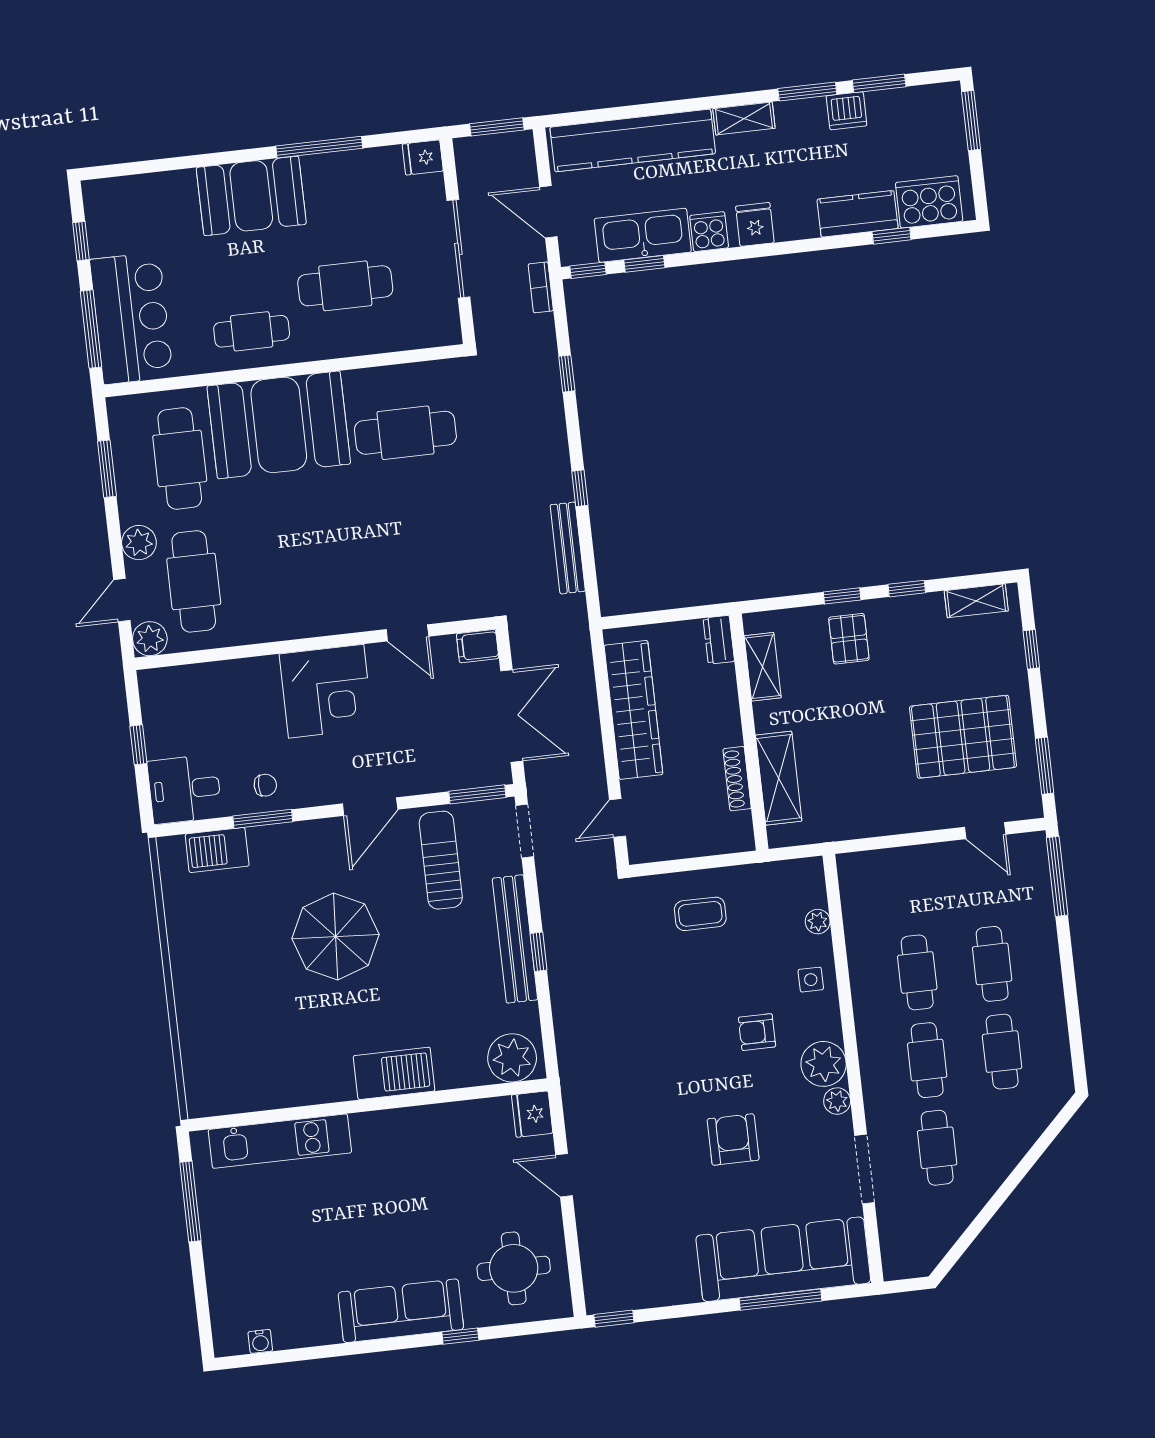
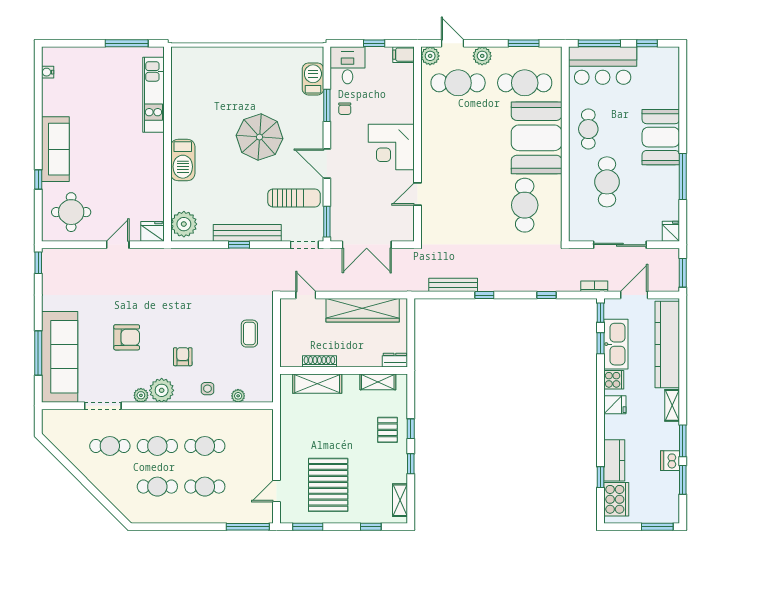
pallet: (849, 639) -> (387, 430), turned 90
filing cabinet: (478, 646) -> (404, 55), moved, turned -90

